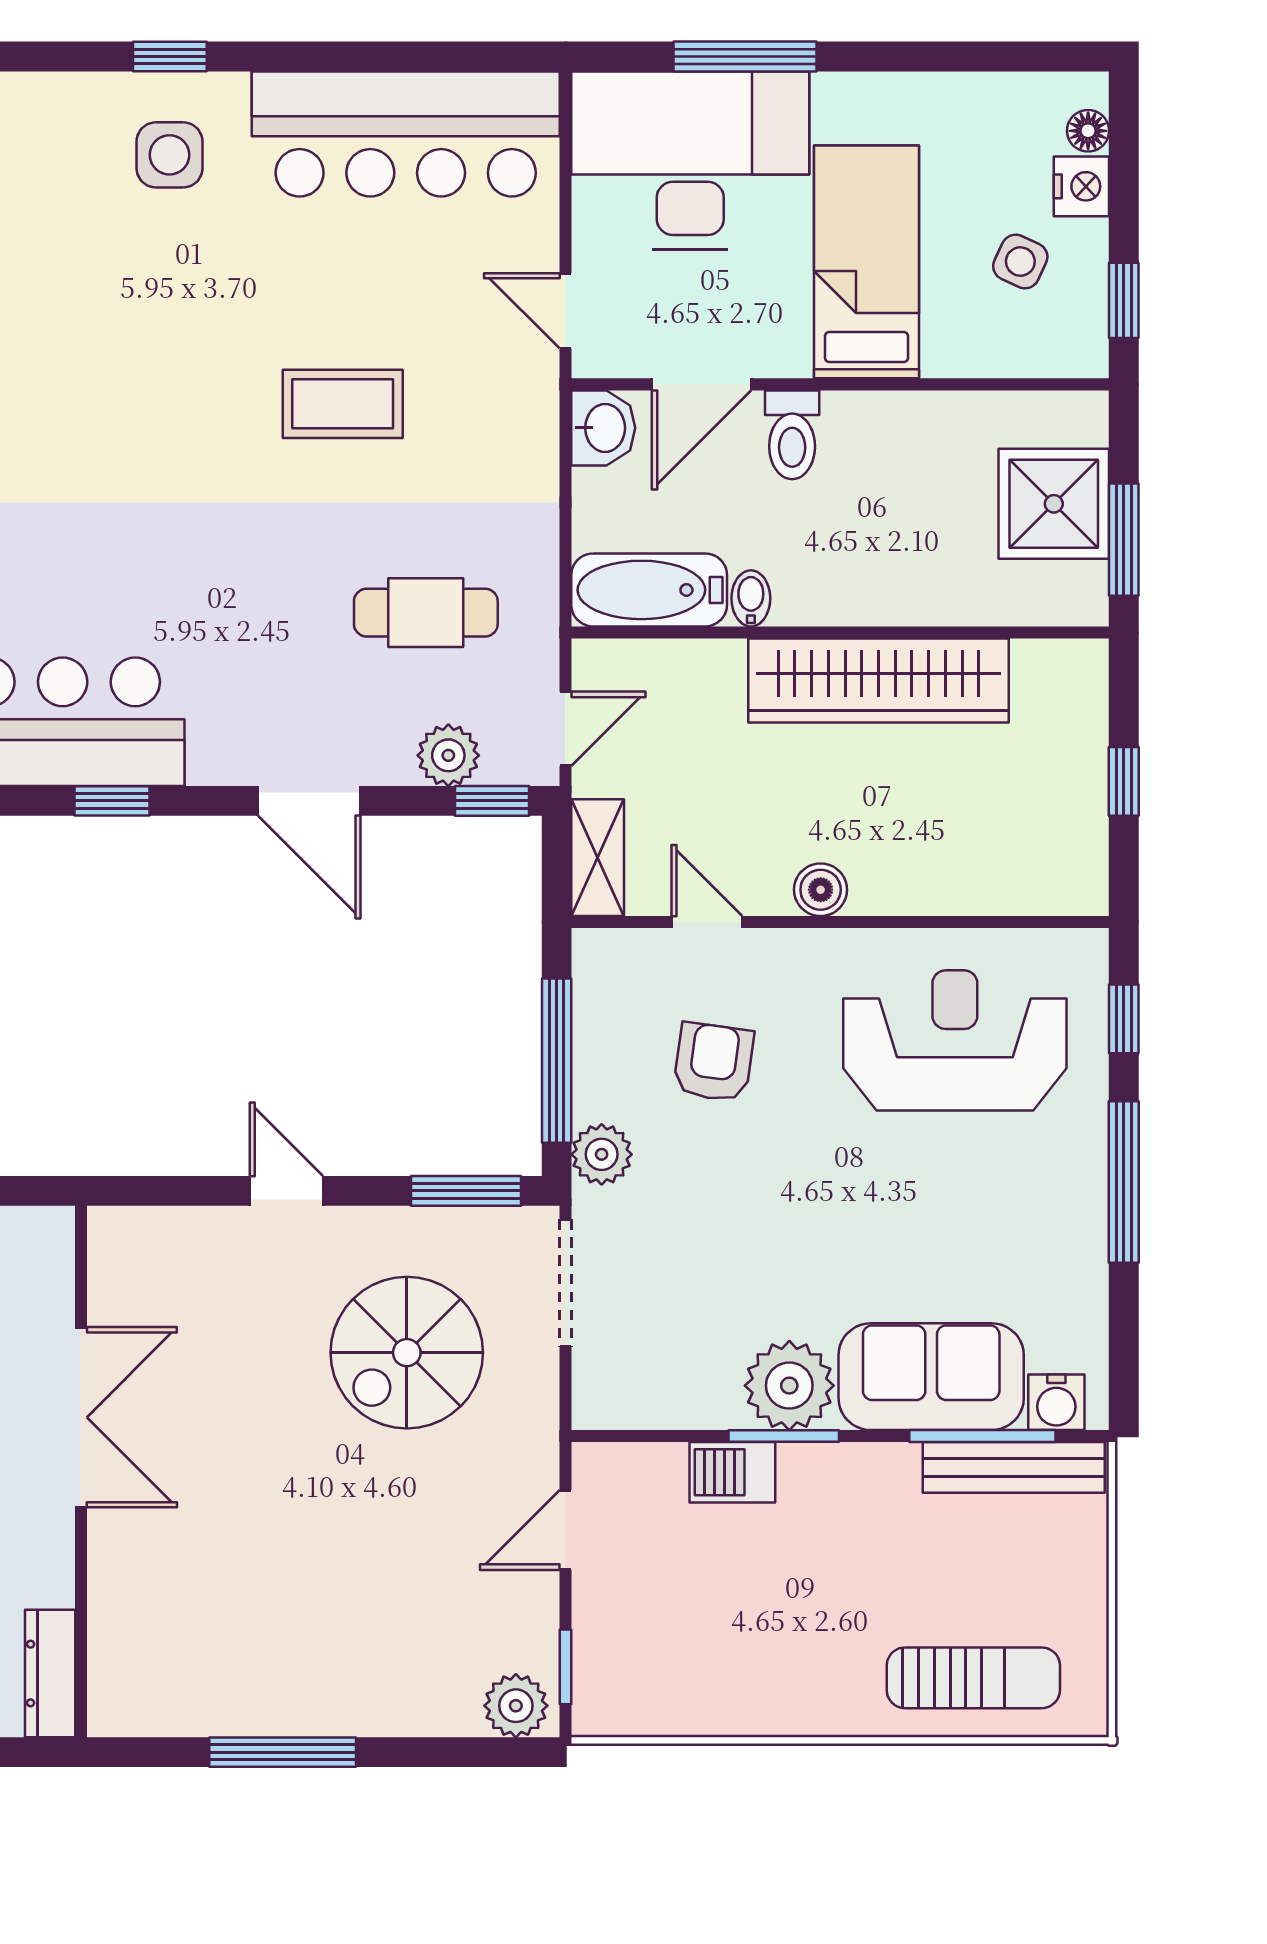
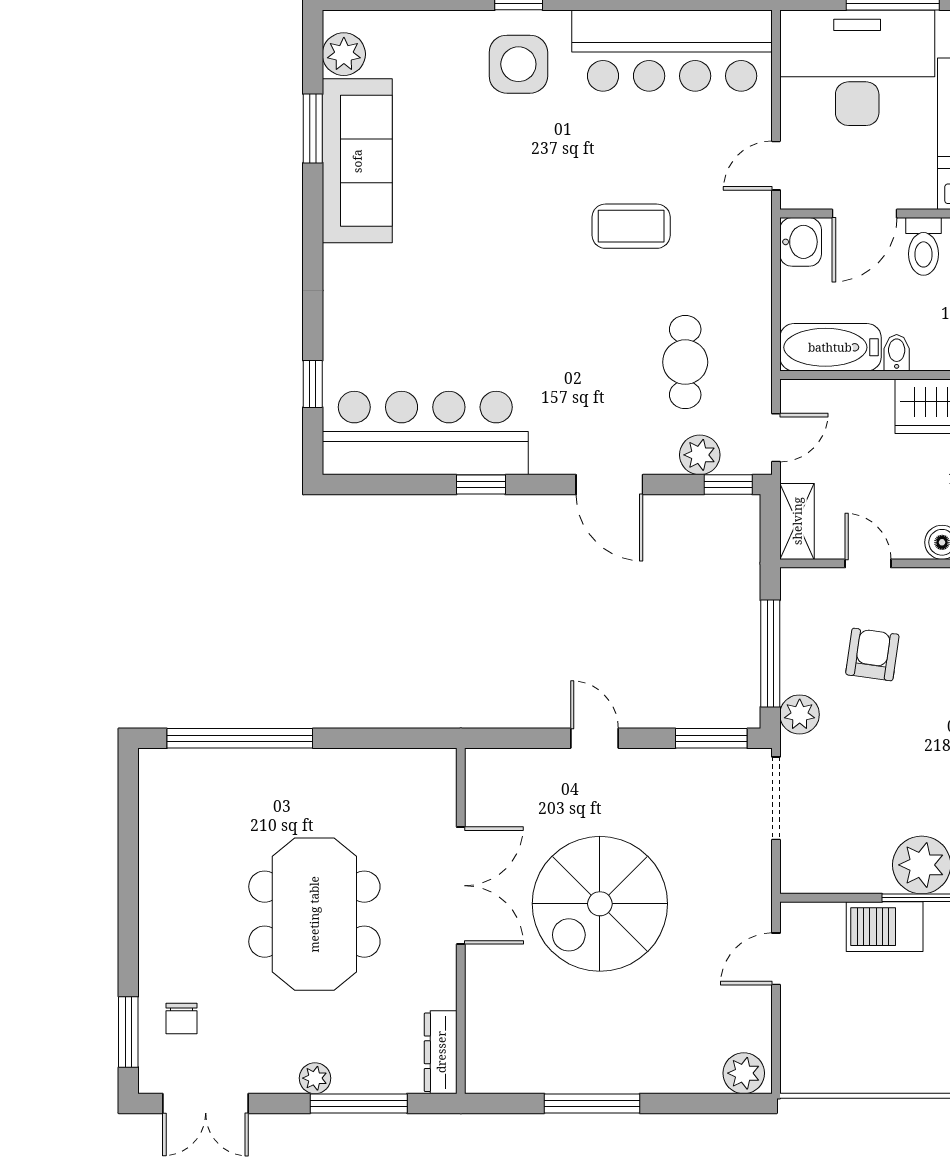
side table: (170, 155) -> (518, 64), width x1.37, depth x1.37
door: (565, 311) -> (776, 166), hinge flipped
cafe table: (426, 613) -> (685, 362), turned 90
spiral stairs: (407, 1353) -> (600, 904), moved, width x1.37, depth x1.37
barbecue: (732, 1472) -> (885, 927), width x1.38, depth x1.27
window: (565, 1667) -> (776, 1048), removed

